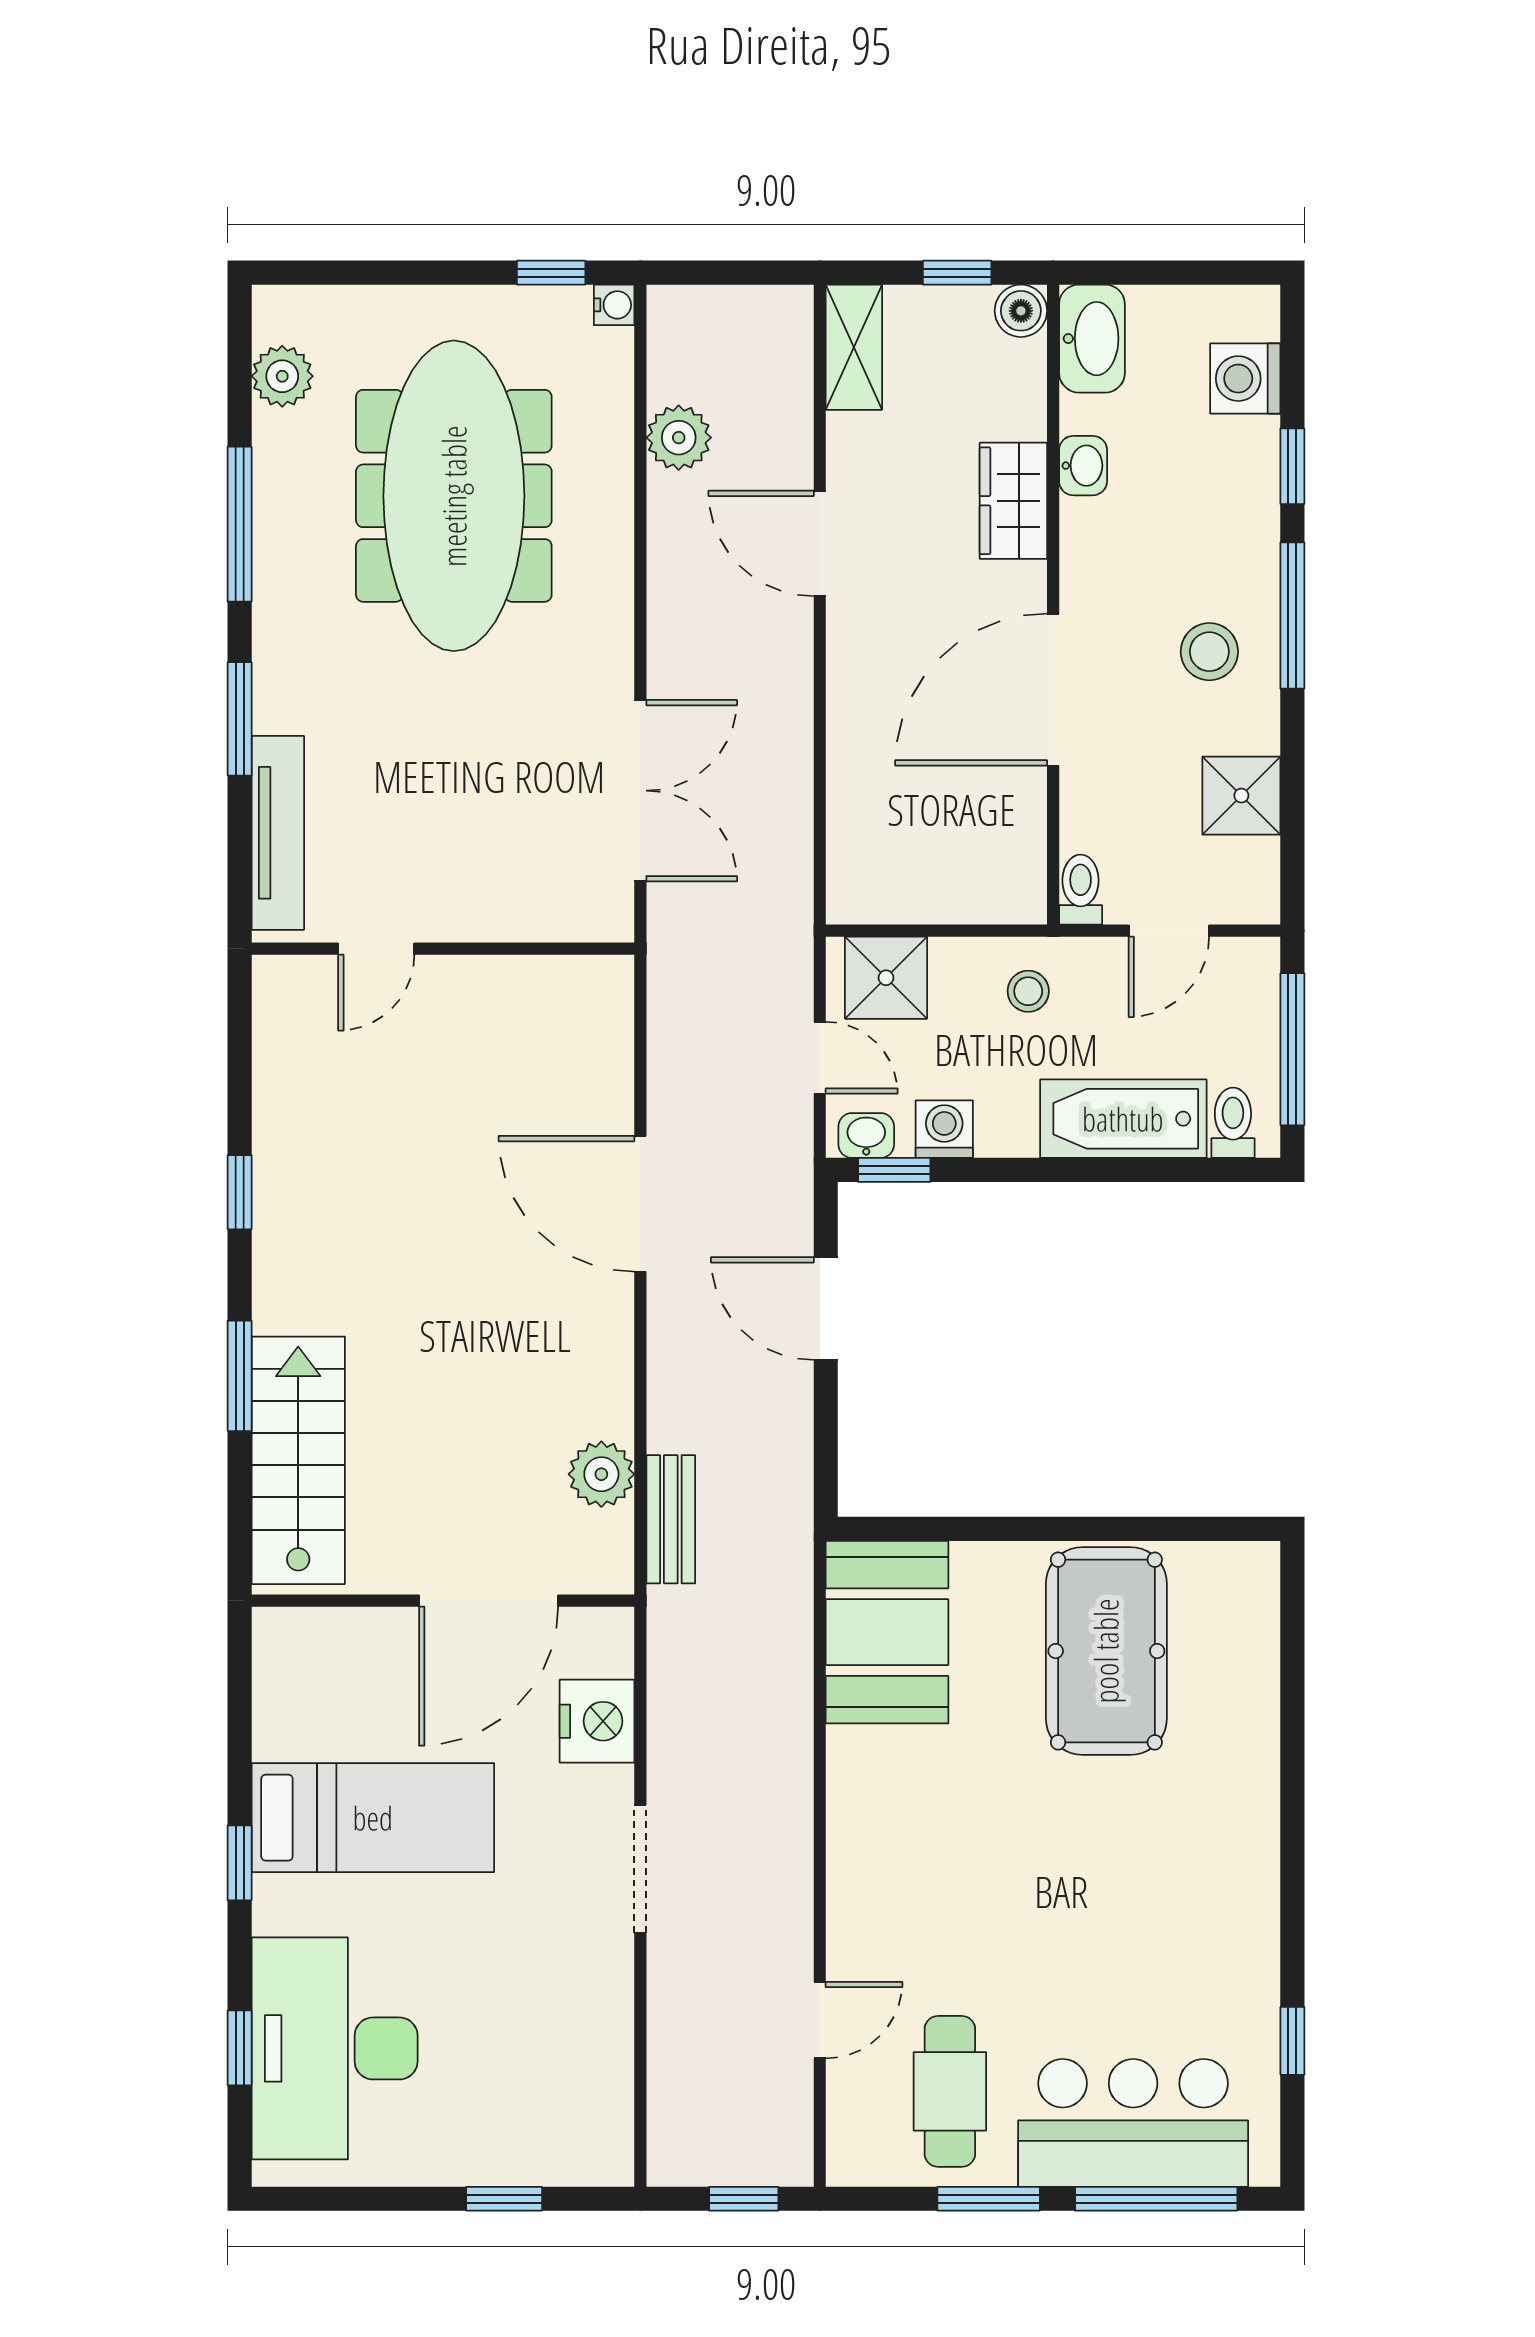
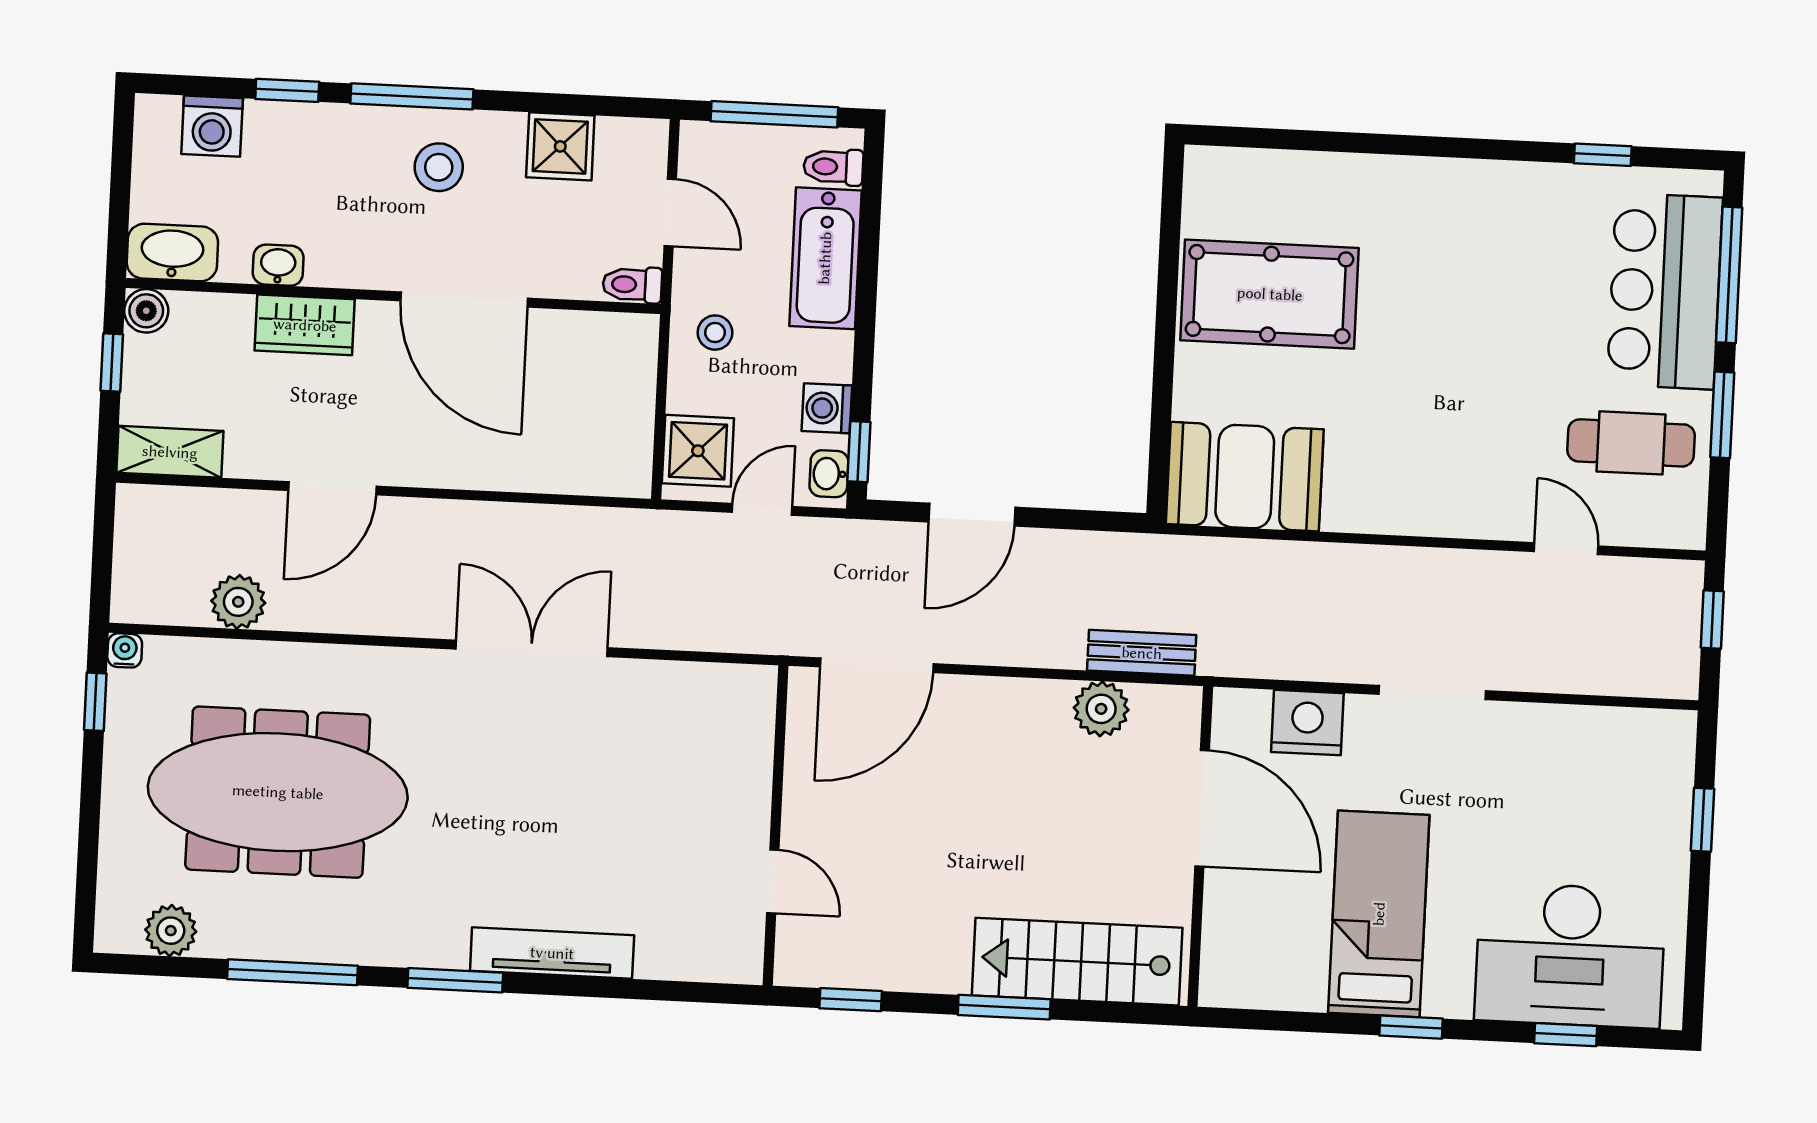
door: (376, 949) -> (773, 881), moved
wall: (443, 949) -> (775, 826), moved

